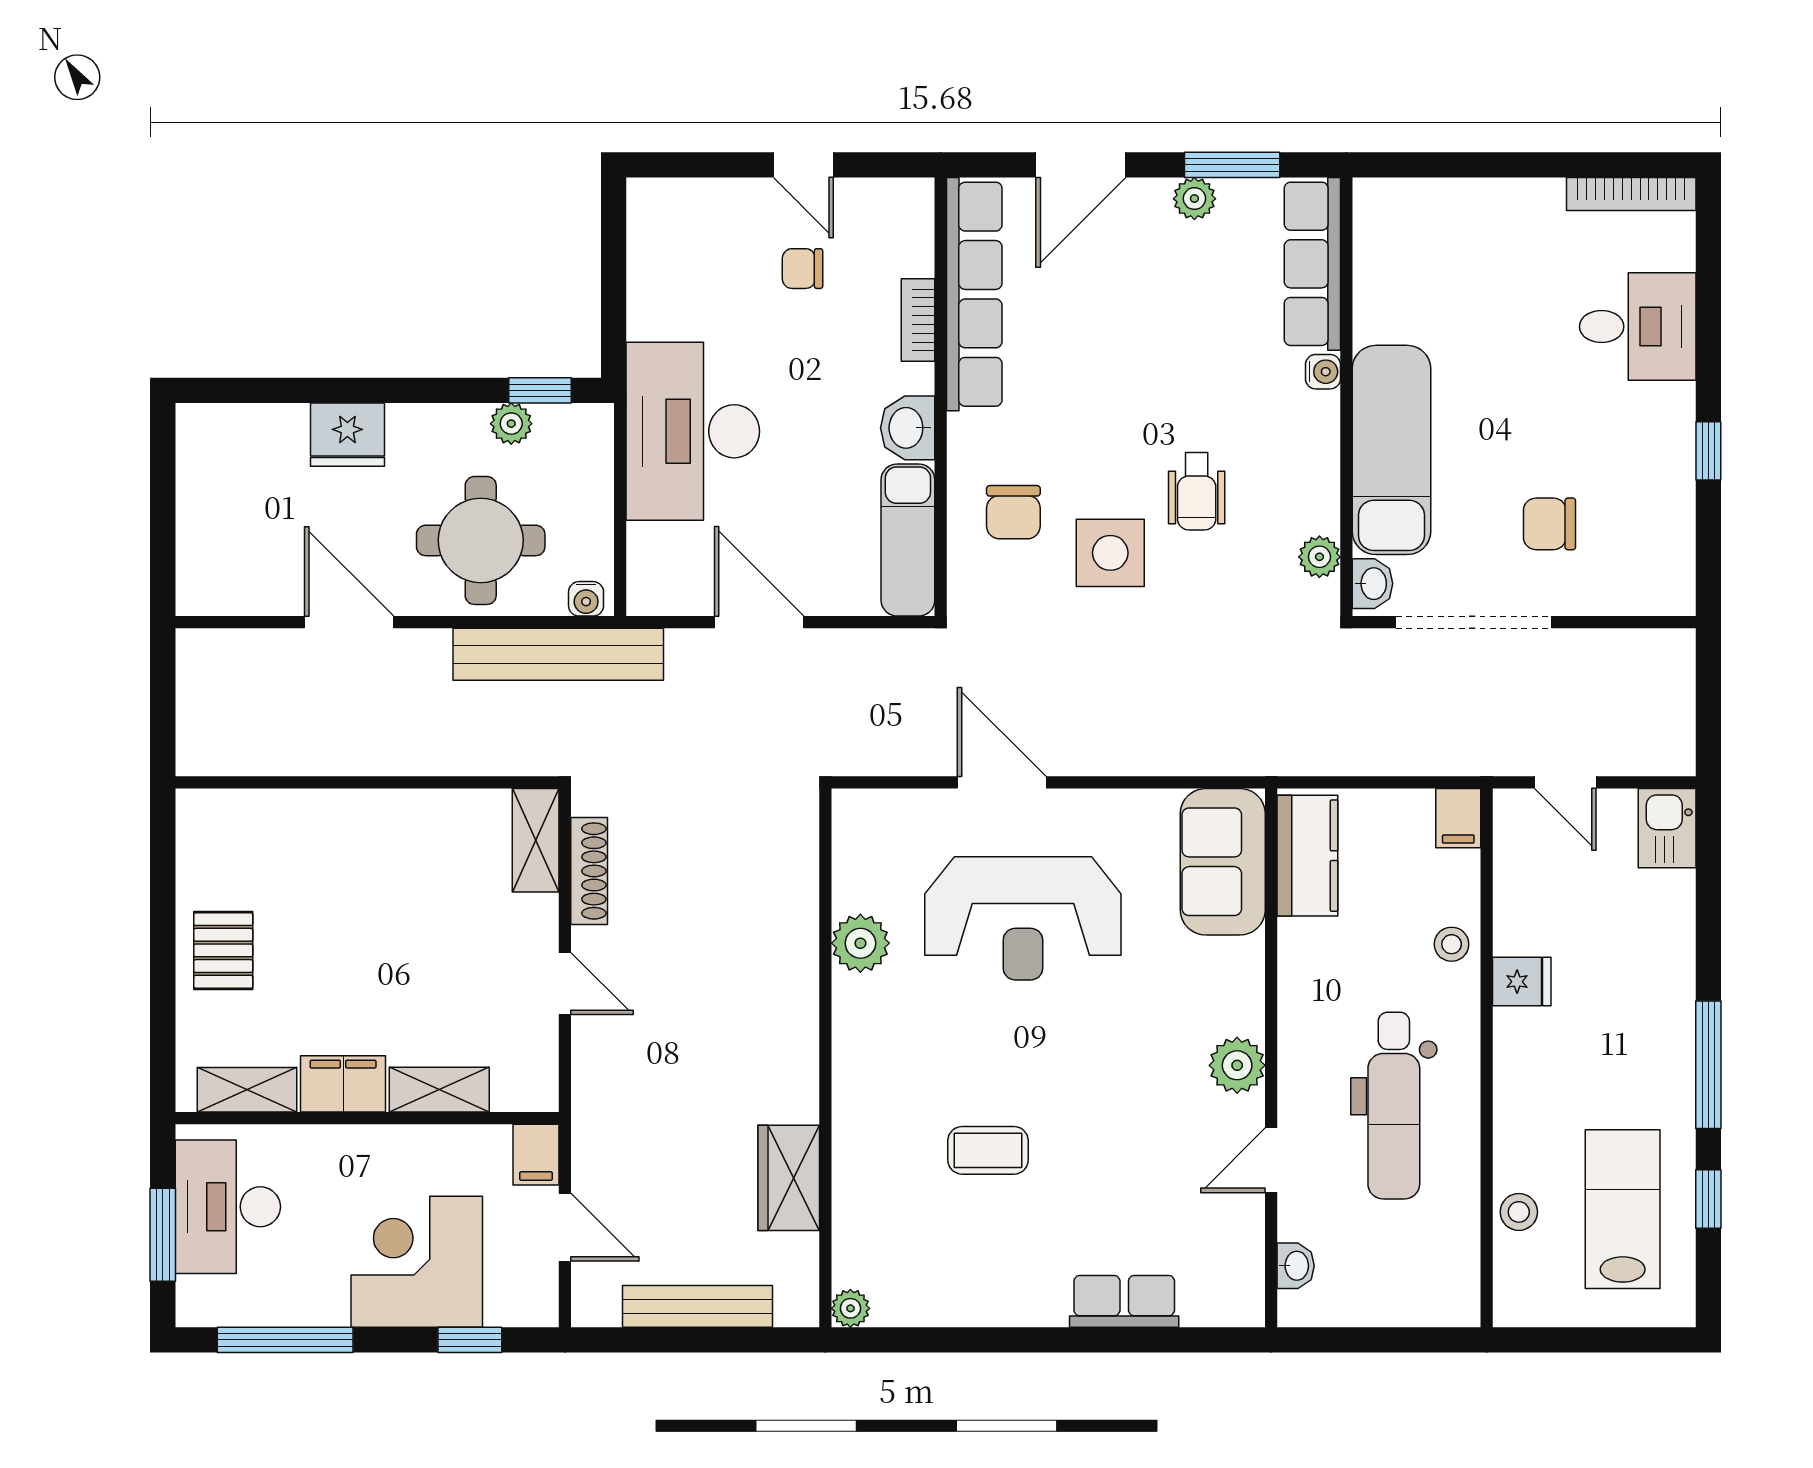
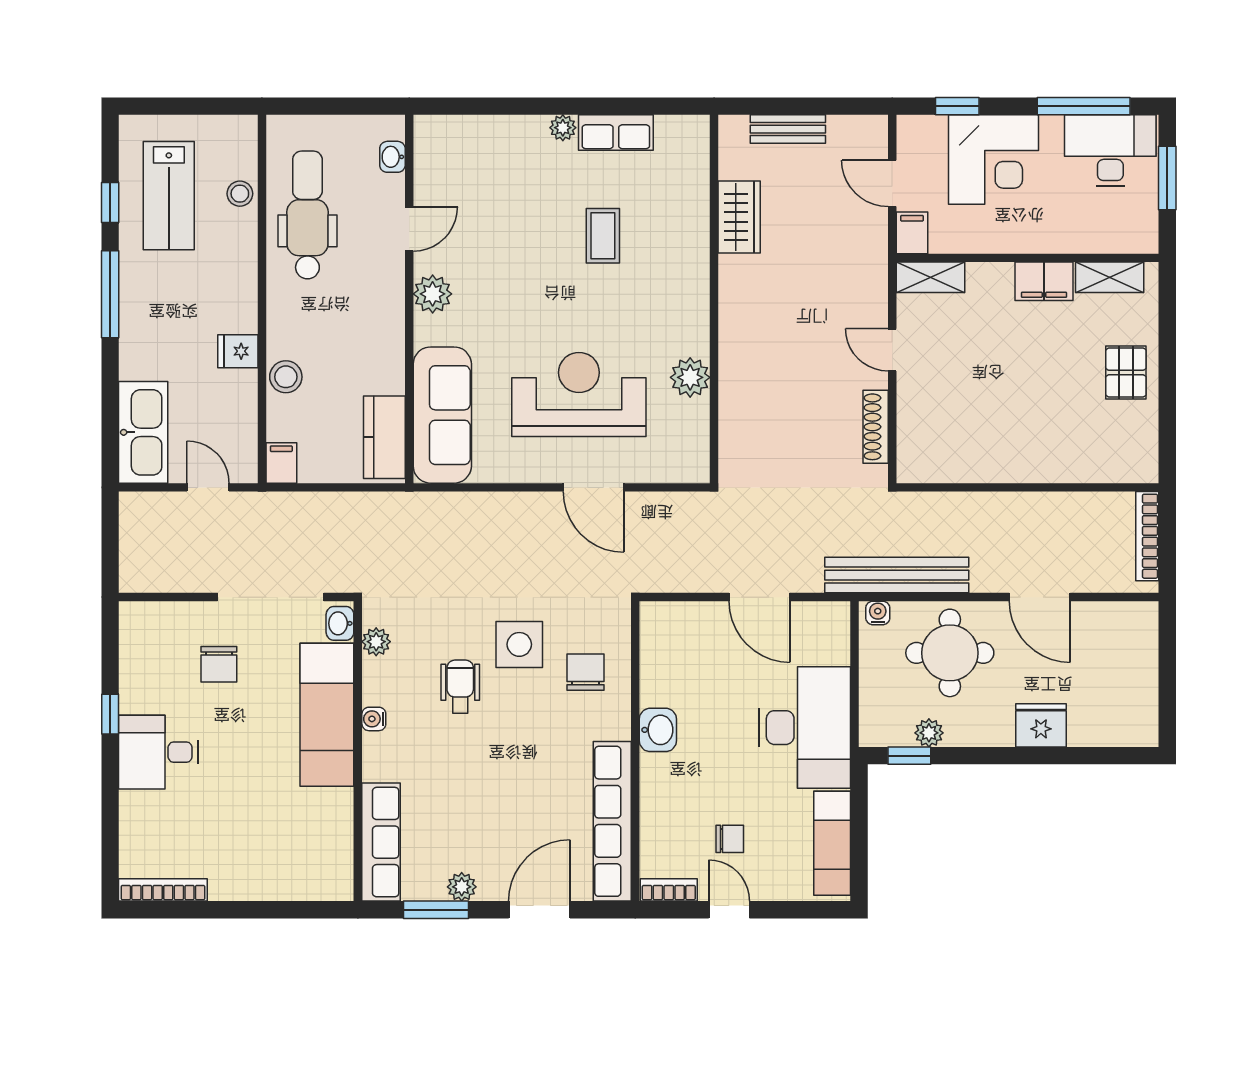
bookcase: (918, 320) -> (669, 890), moved, turned -90
desk: (1638, 327) -> (159, 752), moved
water cooler: (1323, 372) -> (374, 719), moved
chair: (1550, 524) -> (219, 664), turned 90
exam couch: (908, 540) -> (832, 843), moved, turned 180
bookcase: (192, 711) -> (1147, 536), added
kitchen sink: (1667, 828) -> (143, 432), width x1.88, depth x1.24
shelving: (536, 840) -> (912, 448), removed
sofa: (1223, 862) -> (442, 415), width x1.36
stool: (1452, 944) -> (286, 377), width x1.37, depth x1.37
shelving: (439, 1090) -> (930, 277), moved
dental chair: (1394, 1106) -> (307, 215), moved
coffee table: (988, 1150) -> (603, 236), turned 90
desk: (228, 1207) -> (1110, 151), moved, turned -90
row of seats: (1124, 1301) -> (616, 133), moved
bench: (698, 1306) -> (788, 129), width x0.73
plant: (850, 1308) -> (563, 128), moved

